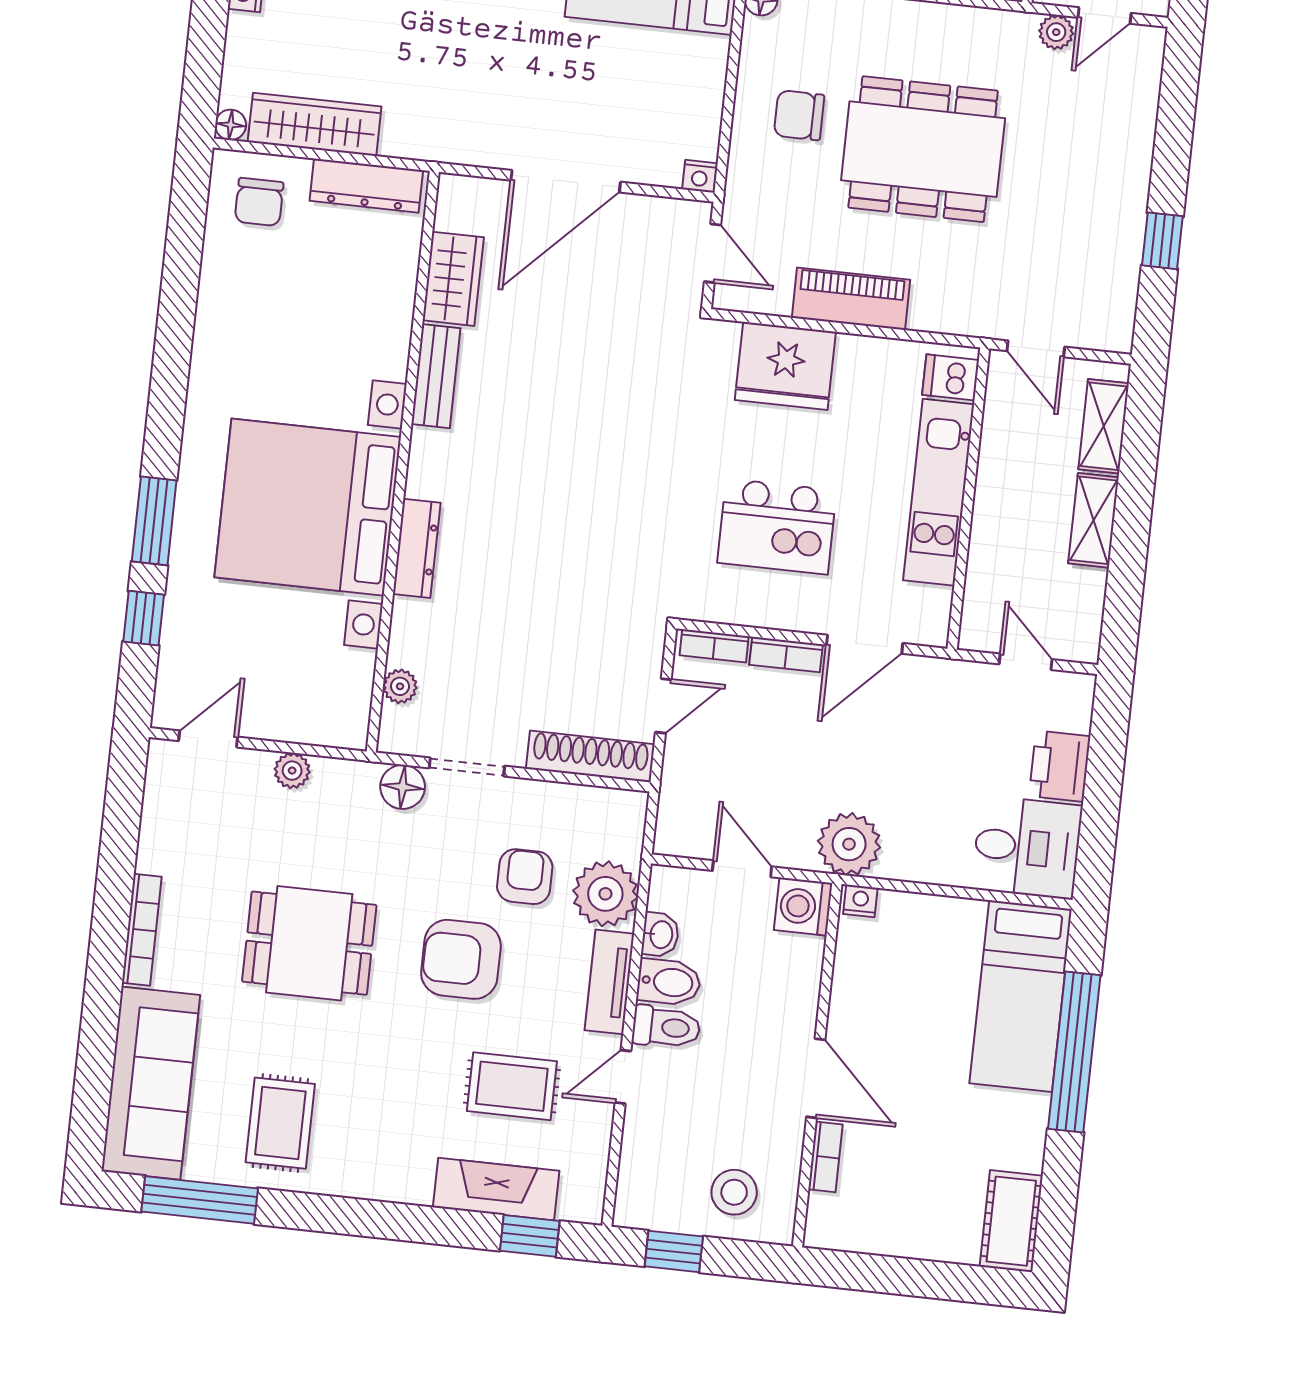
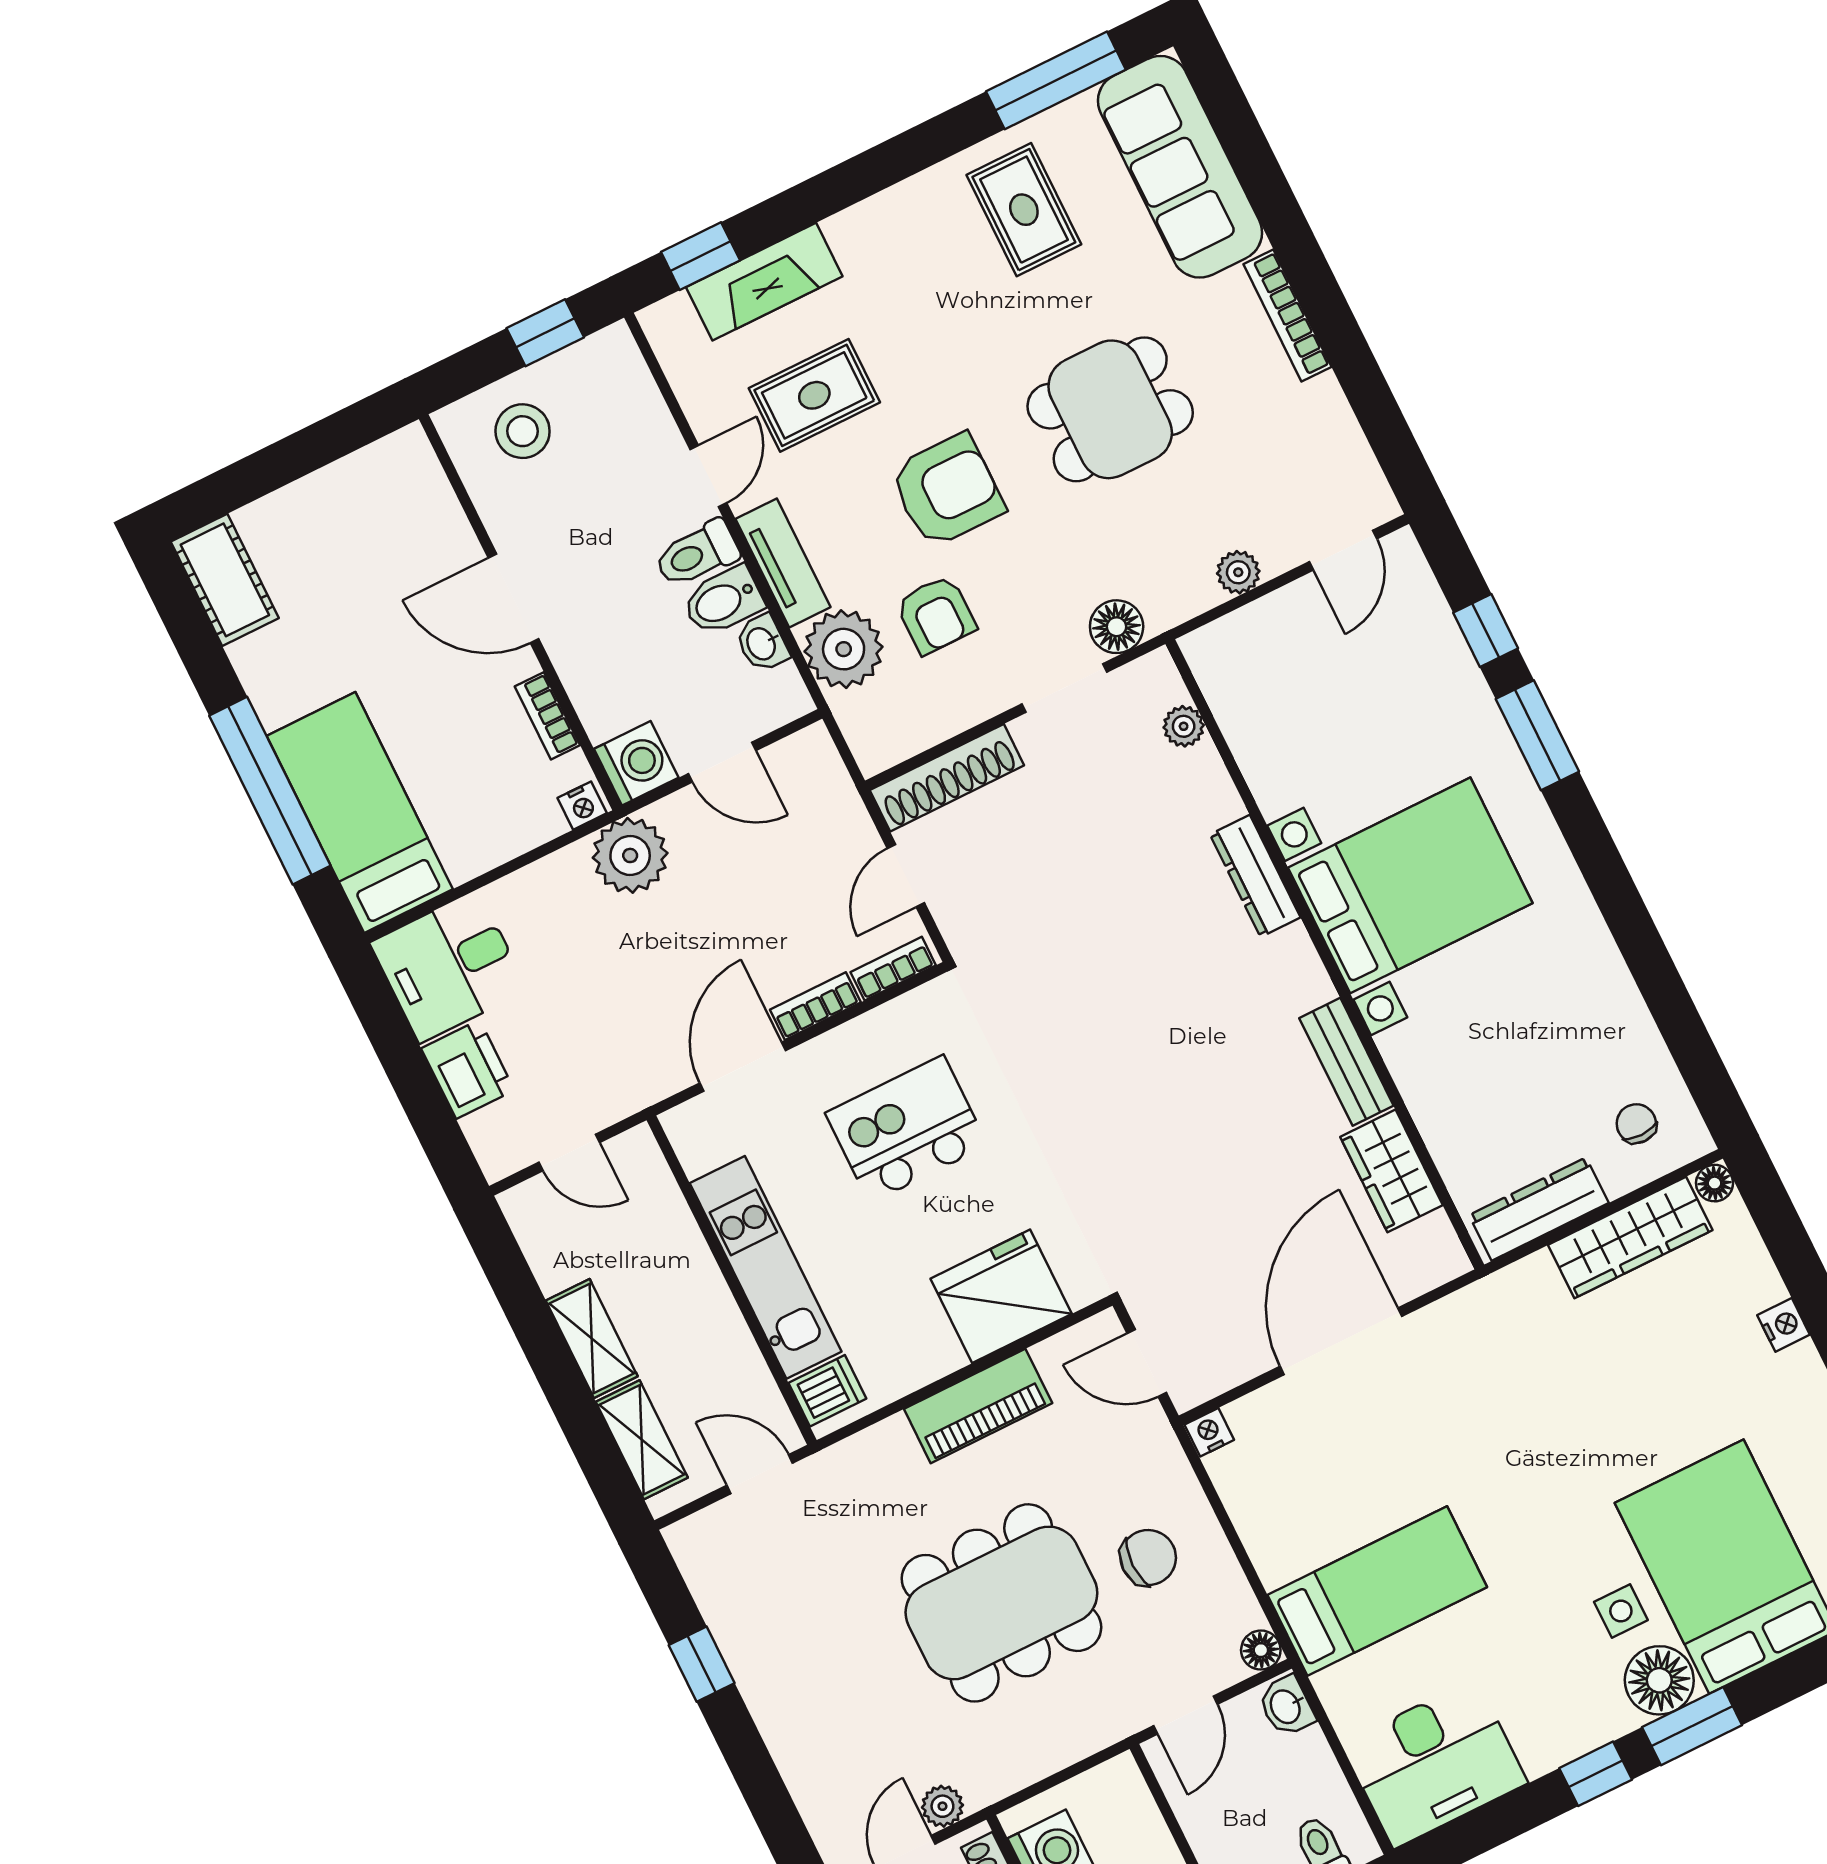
chair: (259, 202) -> (1636, 1124), width x0.73, depth x0.73
bed with nightstands: (308, 507) -> (1410, 885), width x0.73
bookcase: (825, 1157) -> (547, 716), moved

